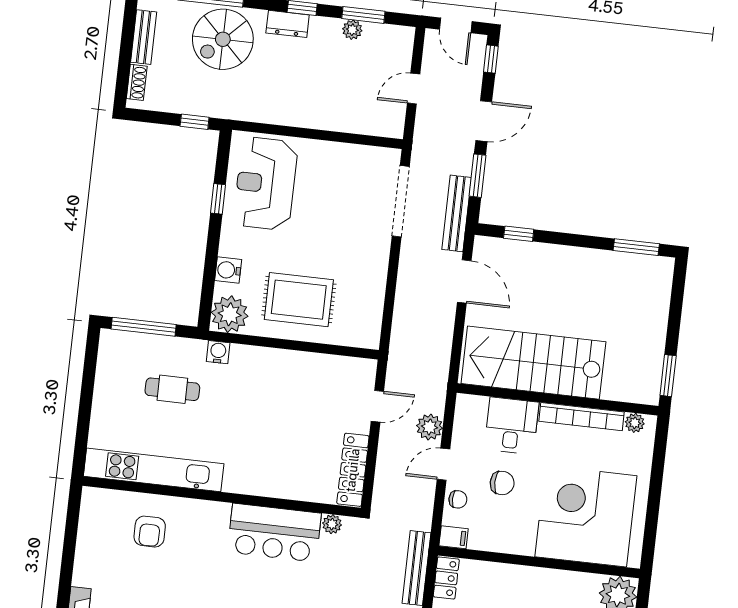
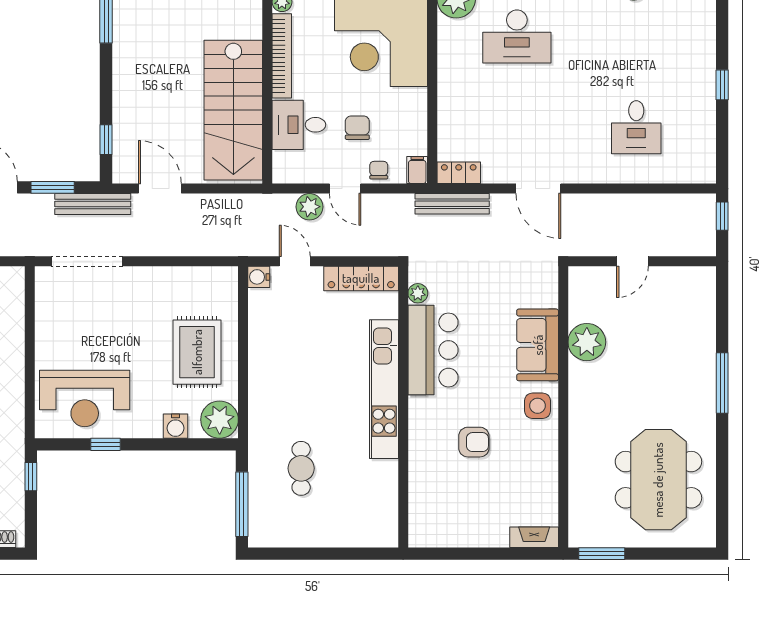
door: (464, 281) -> (160, 189), hinge flipped
water cooler: (218, 352) -> (259, 277), moved
kitchen unit: (154, 470) -> (384, 389), moved
armchair: (150, 532) -> (474, 442), moved

